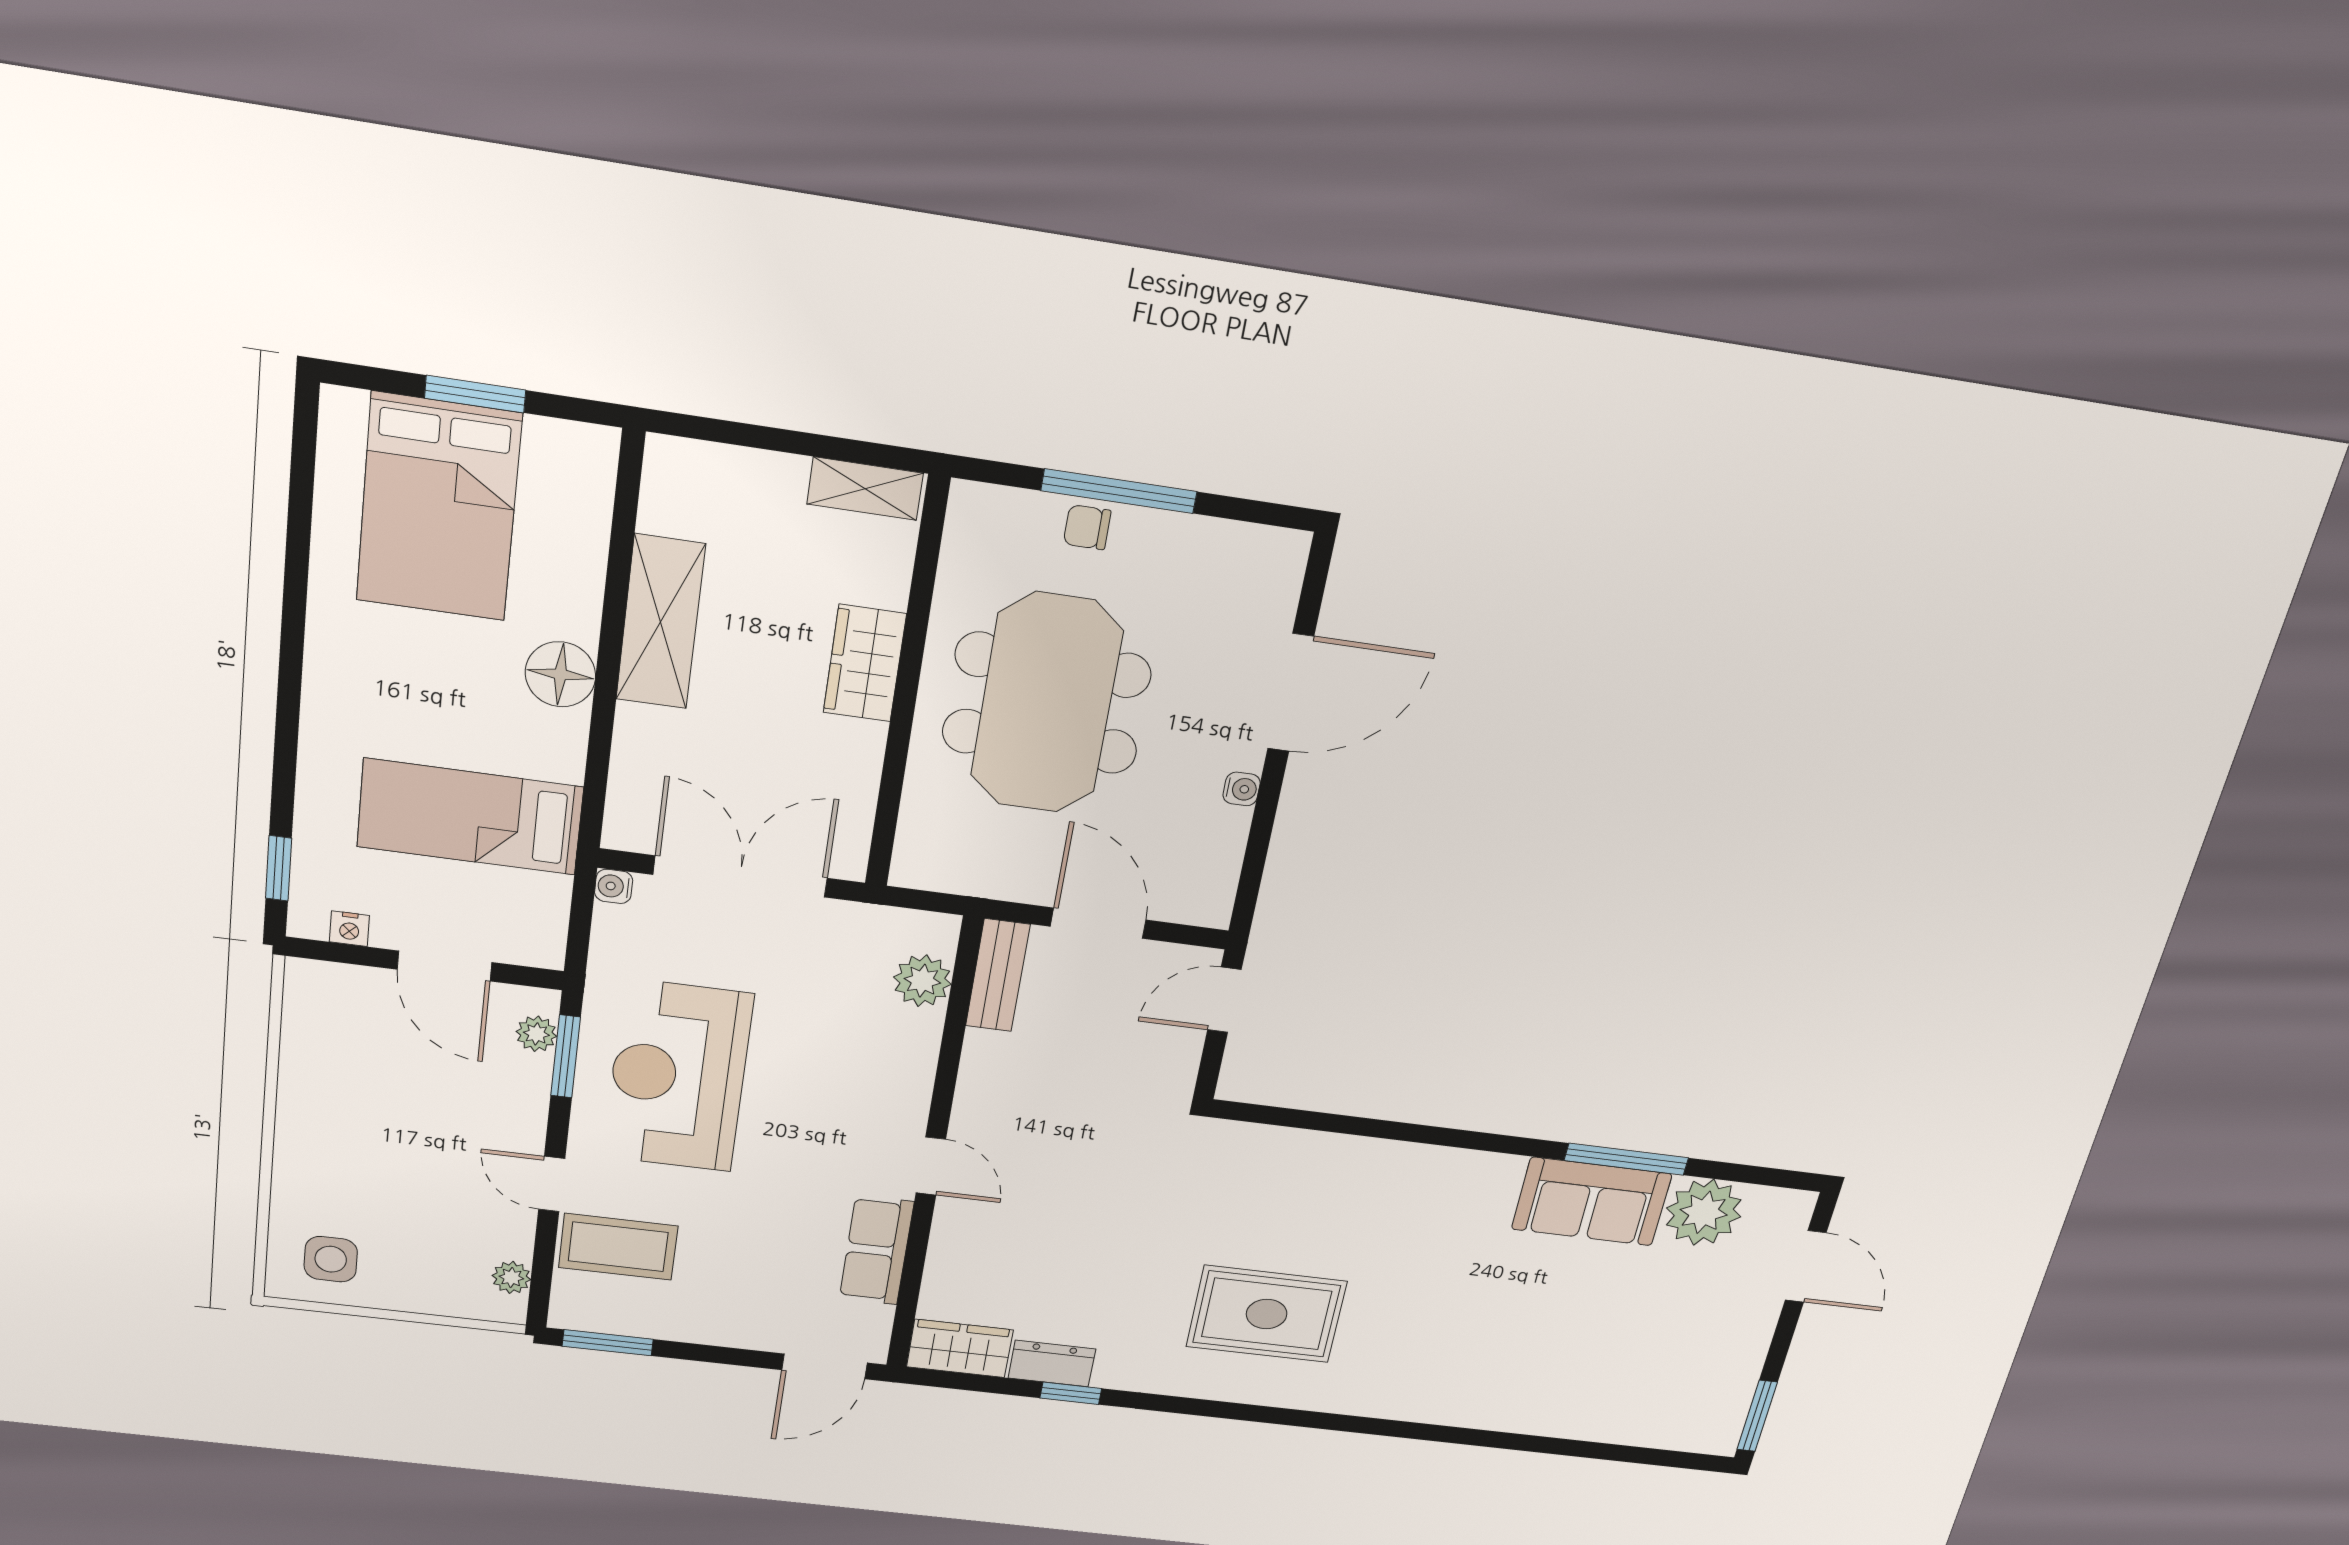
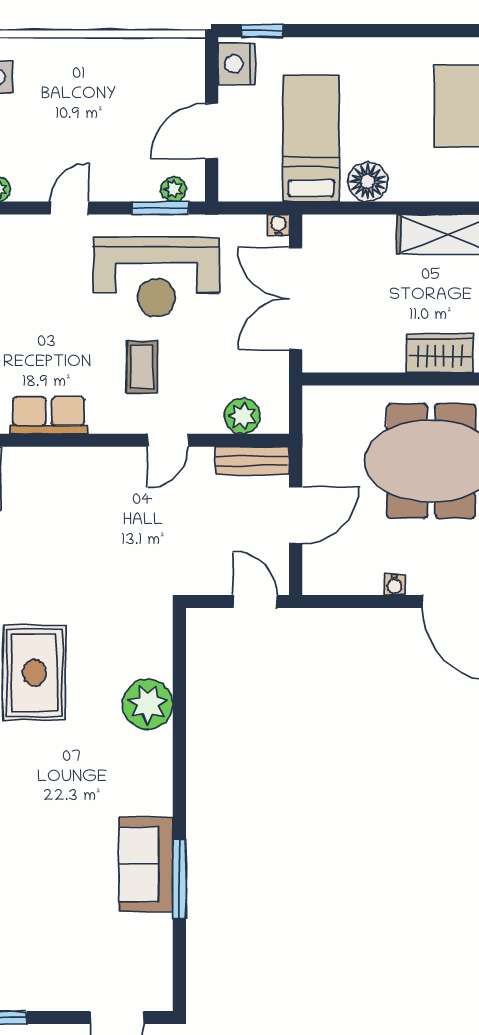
floor lamp: (560, 674) -> (368, 182), moved
double door: (740, 876) -> (296, 299), swing flipped
nightstand: (349, 929) -> (237, 64), width x1.89, depth x1.79
reception desk: (678, 1076) -> (156, 277), turned 180
door: (931, 1166) -> (168, 440), moved
plant: (1704, 1212) -> (148, 704), moved
coffee table: (618, 1247) -> (142, 367), moved, width x0.73, depth x0.77

